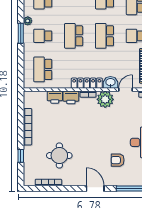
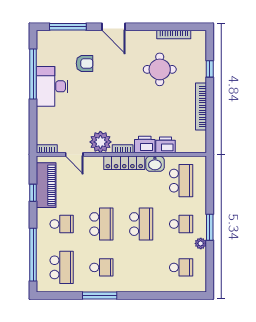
washbasin: (110, 82) -> (155, 164), moved
door: (126, 90) -> (74, 154), hinge flipped

